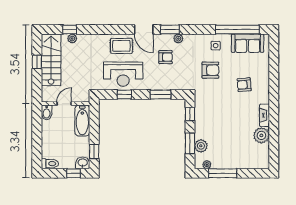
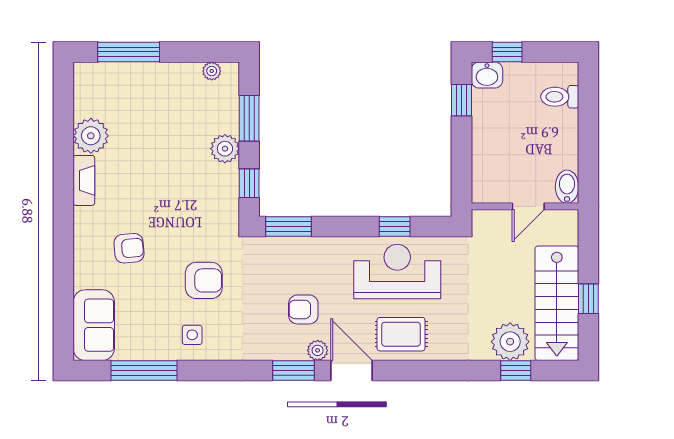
window: (237, 29) -> (144, 371), width x0.68
plant: (72, 39) -> (510, 342), width x1.87, depth x1.87
plant: (178, 39) -> (318, 350), moved
sofa: (248, 43) -> (94, 325), moved, turned 90
armchair: (210, 70) -> (204, 280), turned 180
window: (161, 94) -> (289, 226), moved
bathtub: (82, 121) -> (488, 169), removed
plant: (201, 146) -> (225, 149), moved
toilet: (50, 164) -> (560, 97), moved
window: (223, 173) -> (129, 52), moved

